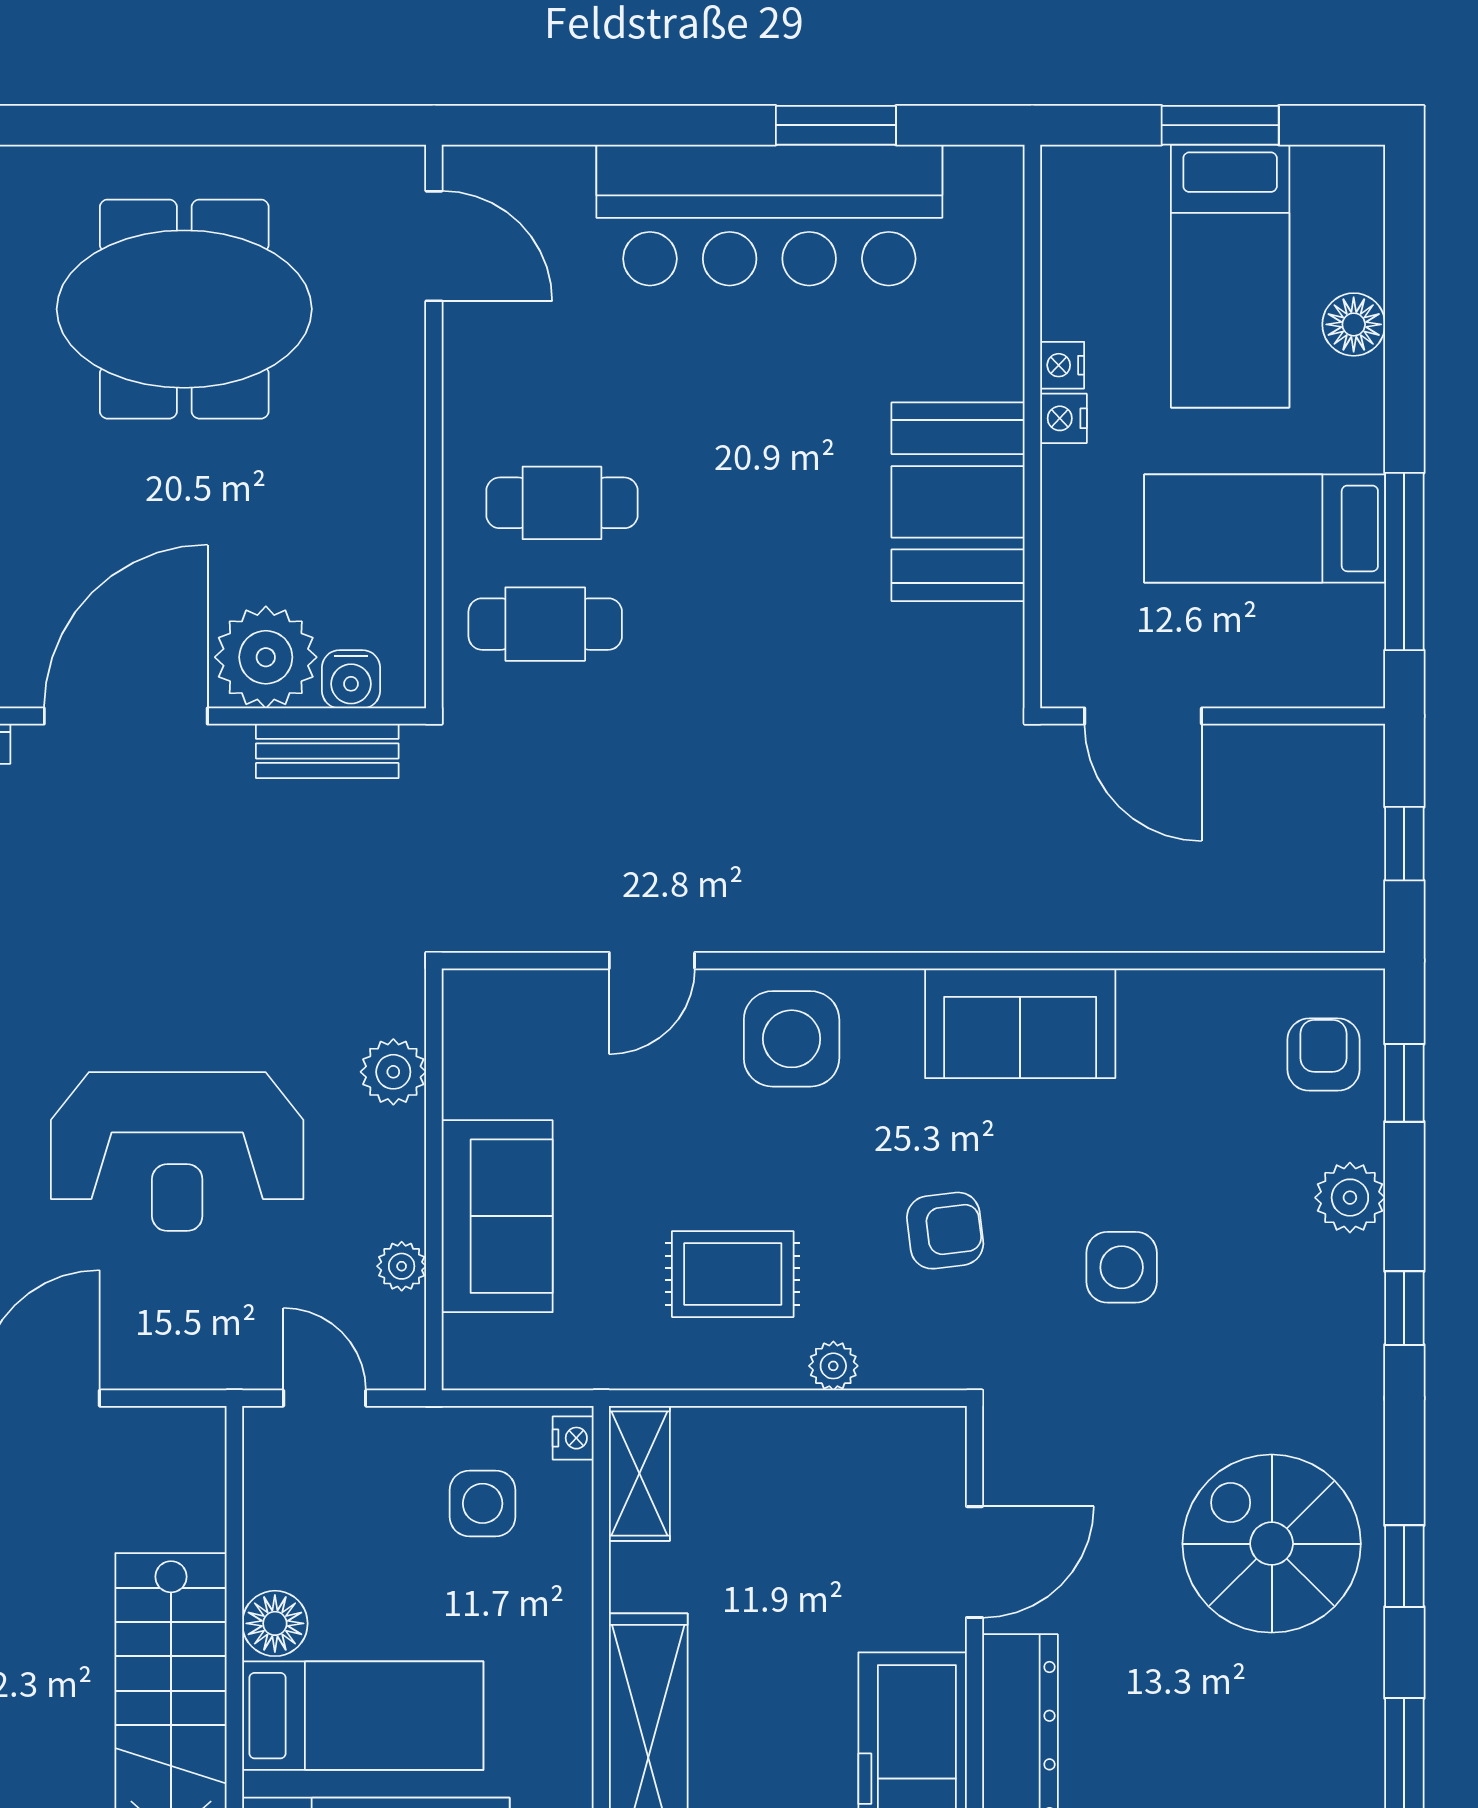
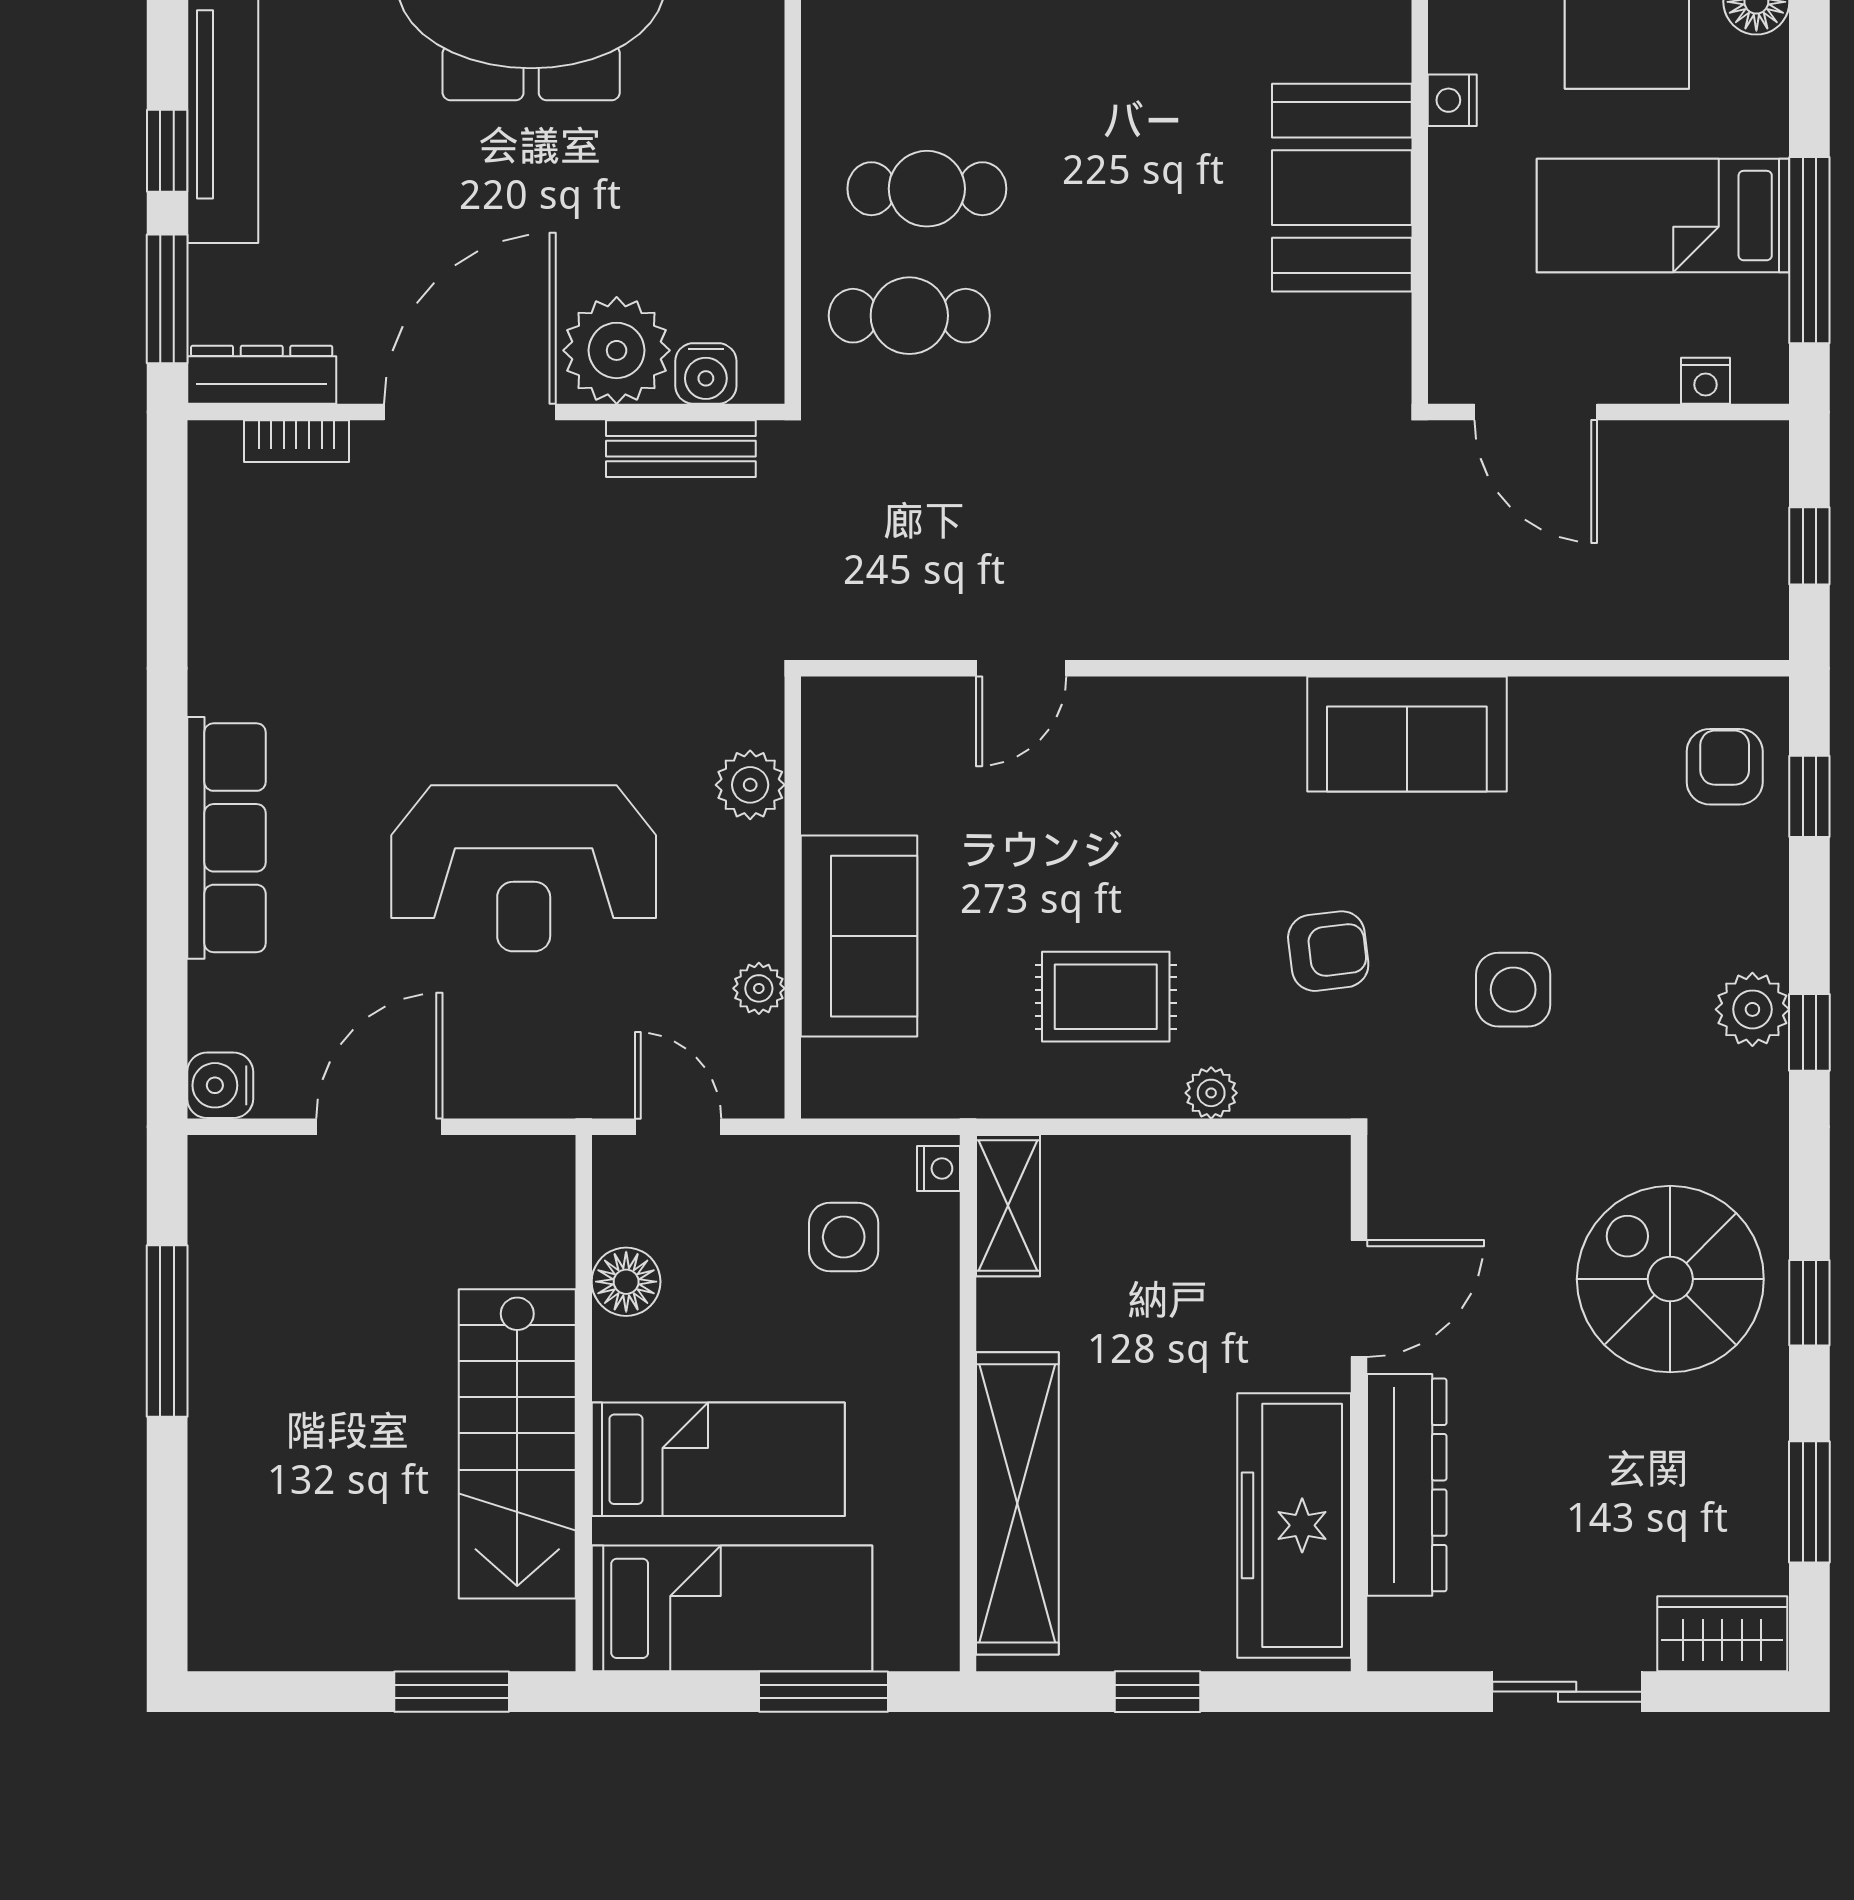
nightstand: (1062, 365) -> (1706, 381), moved, turned -90
side table: (792, 1039) -> (1167, 750), removed
plant: (1350, 1198) -> (1752, 1009), moved
floor lamp: (275, 1623) -> (626, 1282), moved

